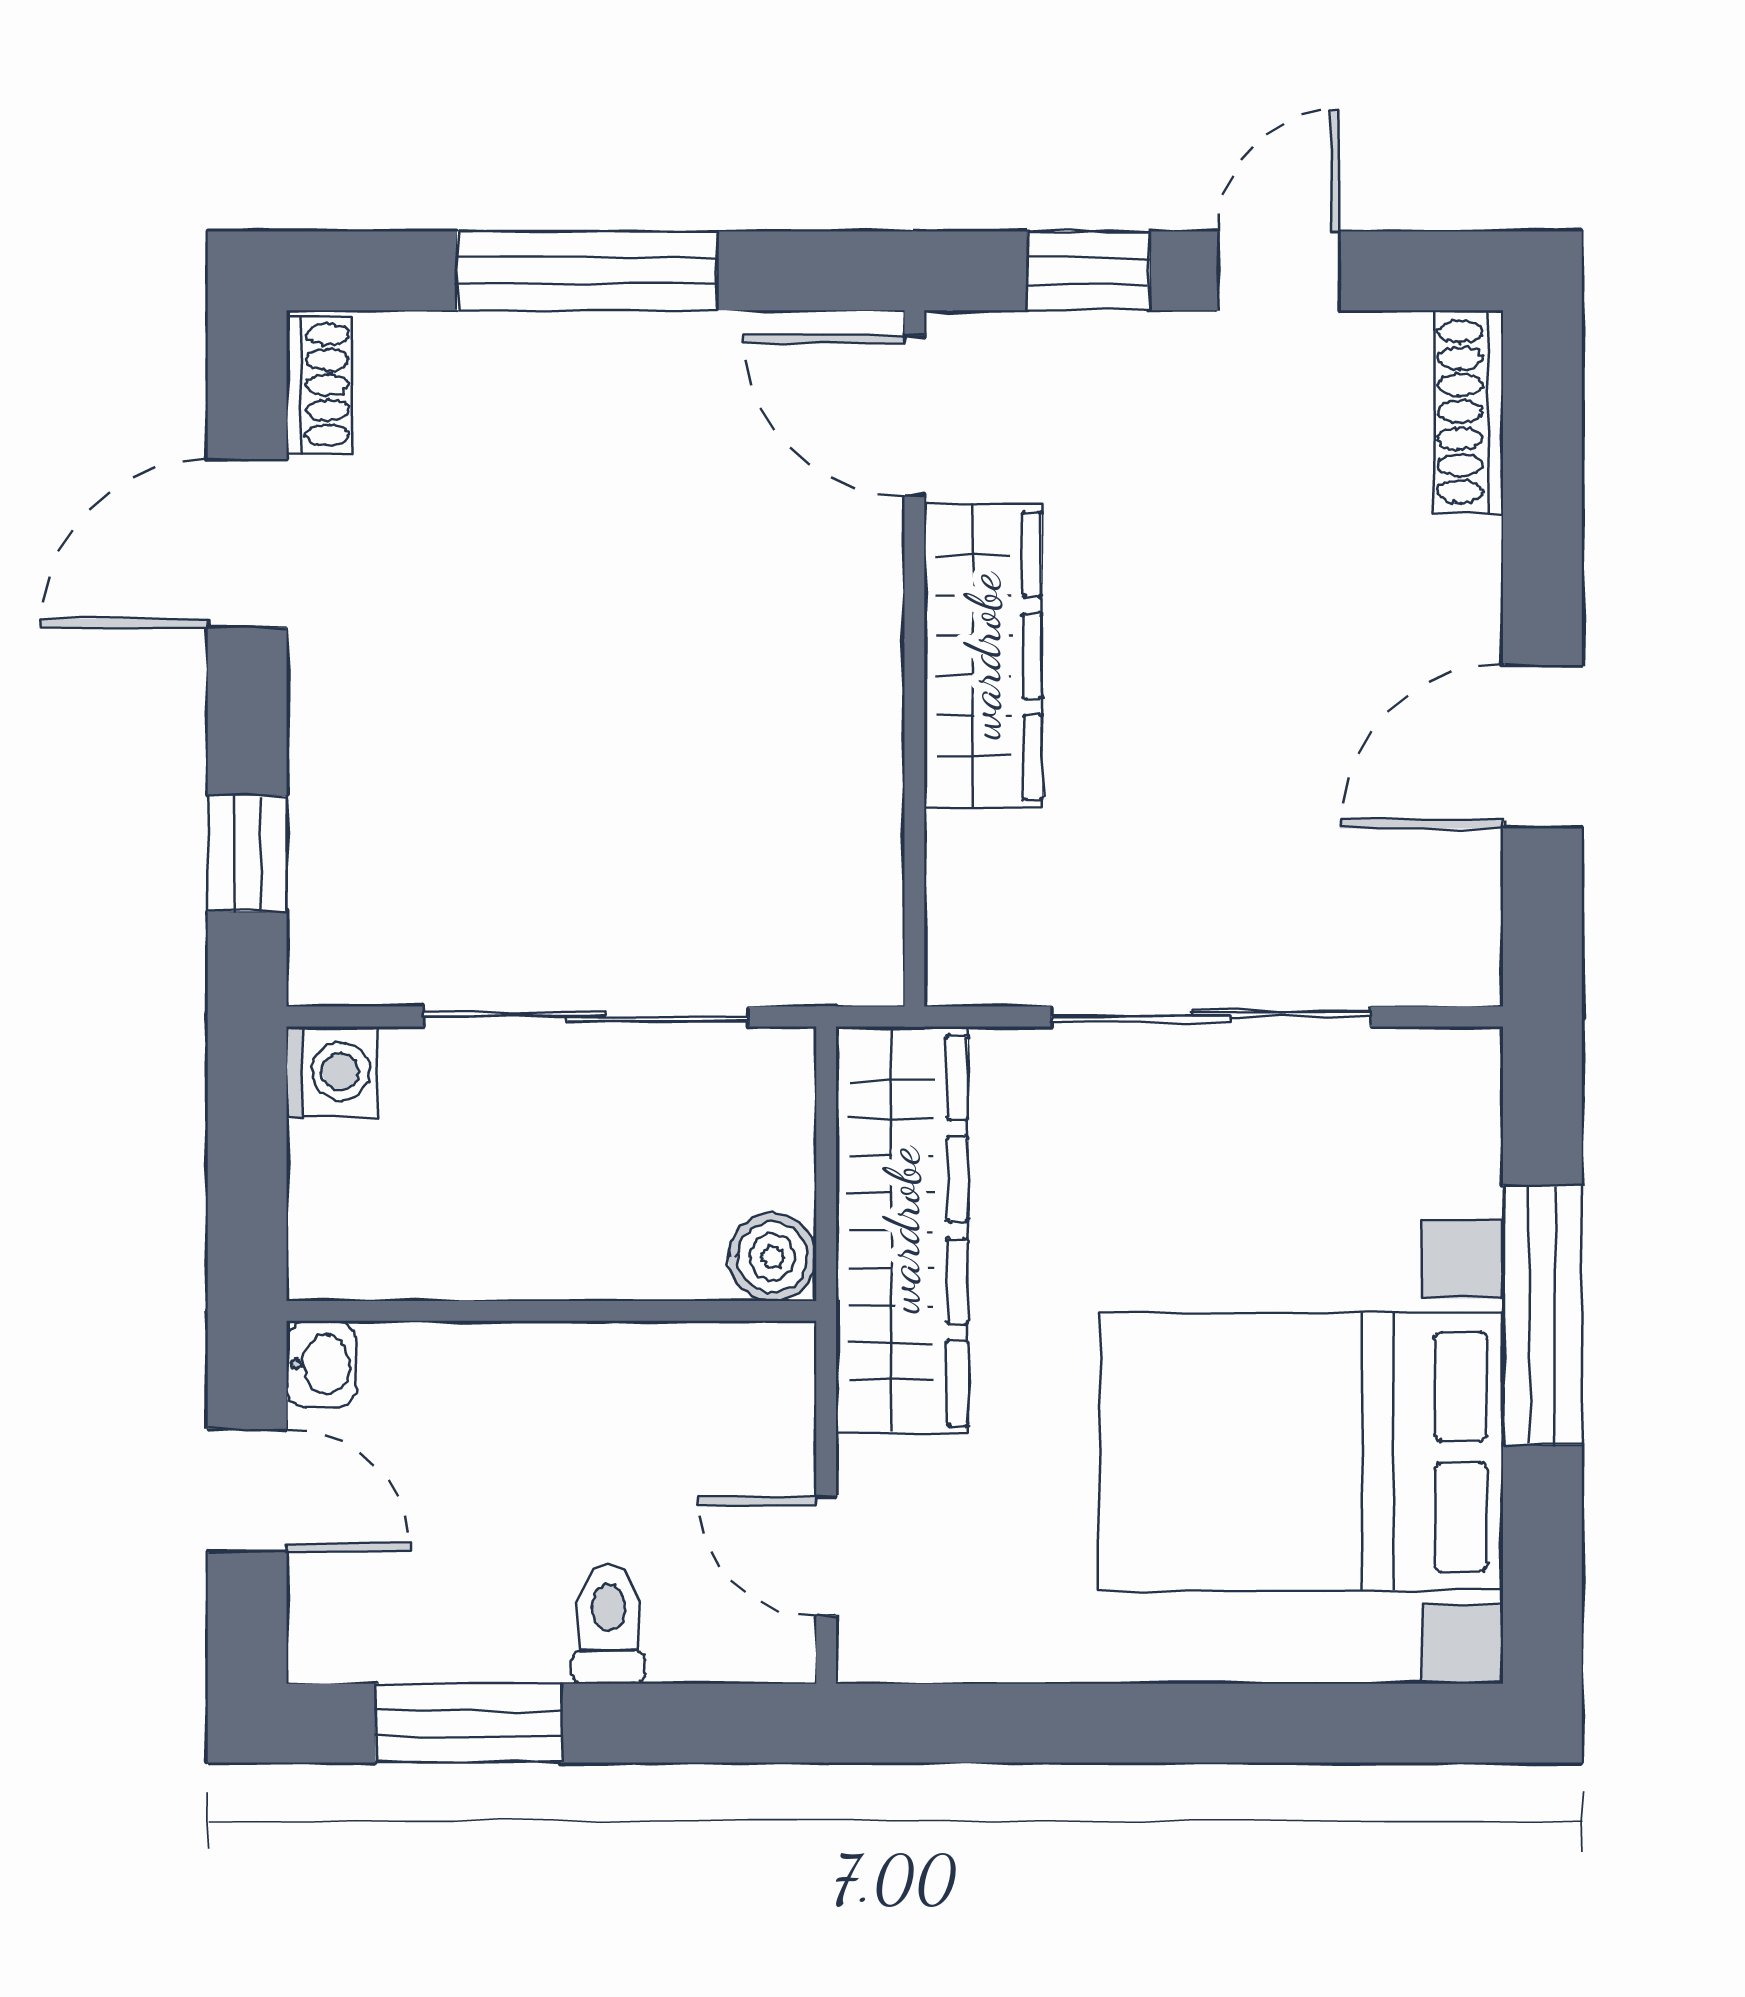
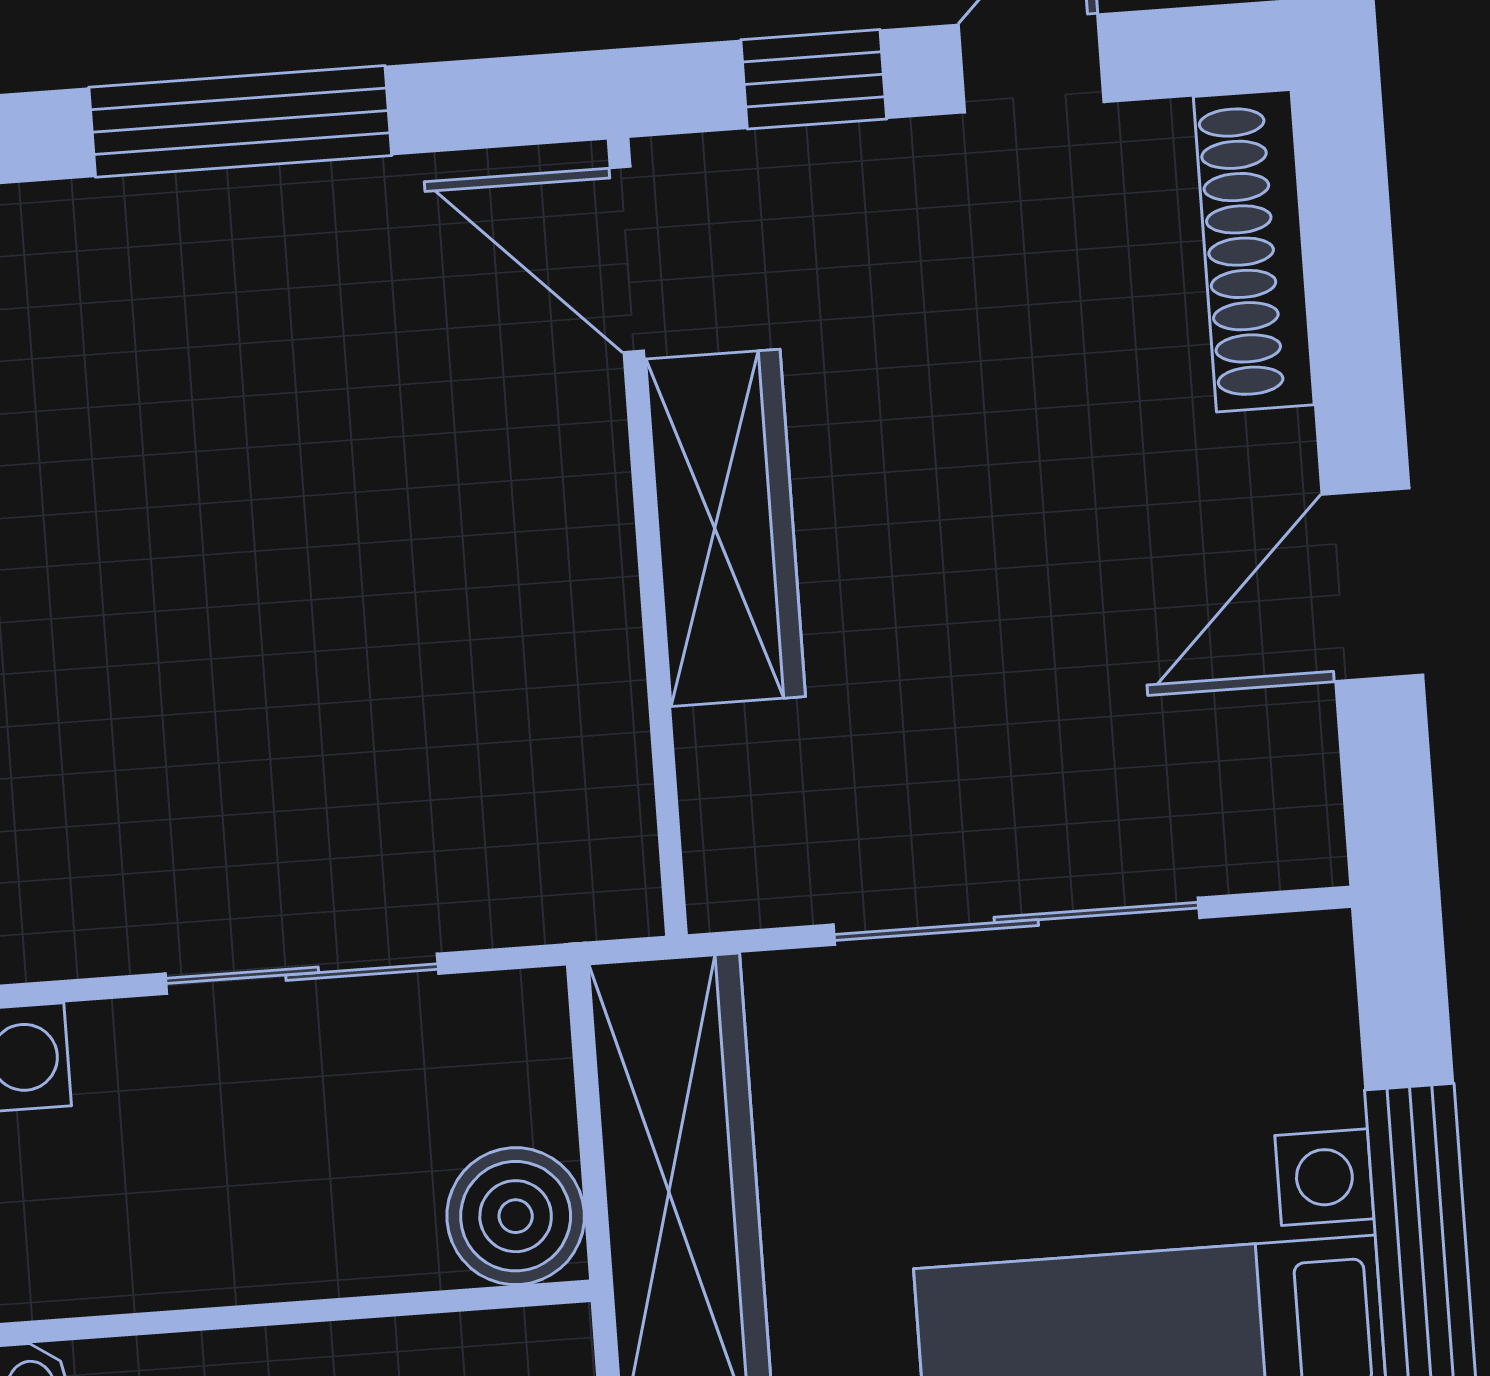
shoe rack: (1469, 412) -> (1254, 251), width x1.36, depth x1.24
sliding door: (586, 1017) -> (302, 974), width x0.73
boiler: (772, 1257) -> (516, 1216), width x1.36, depth x1.36

